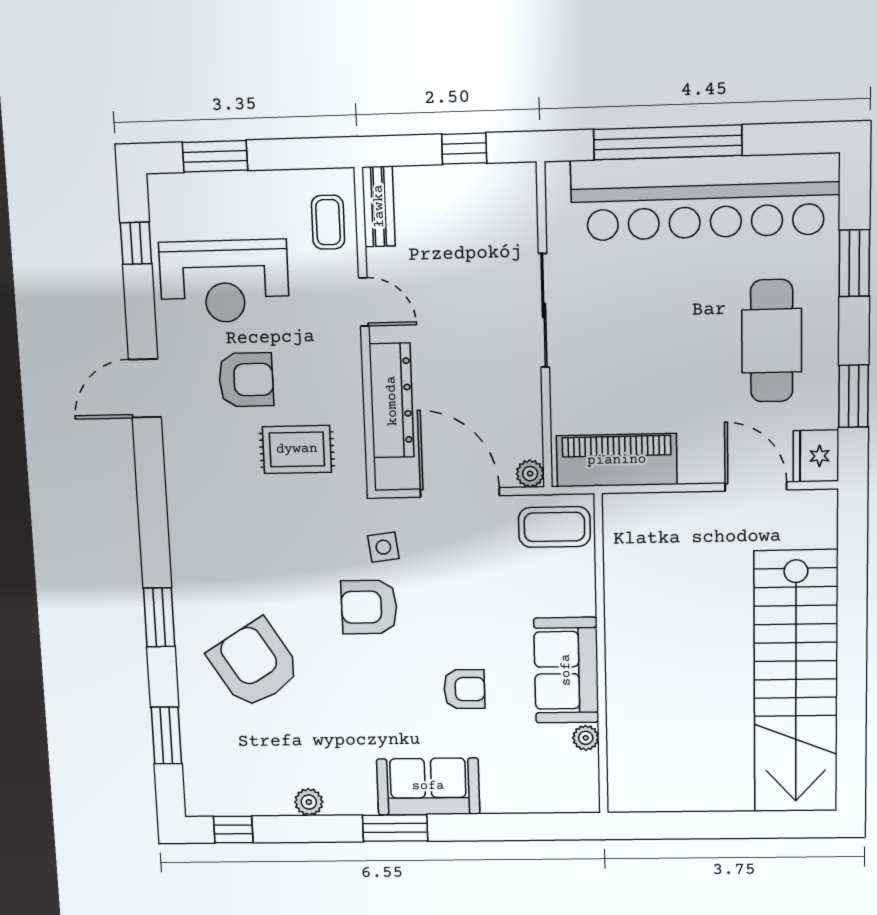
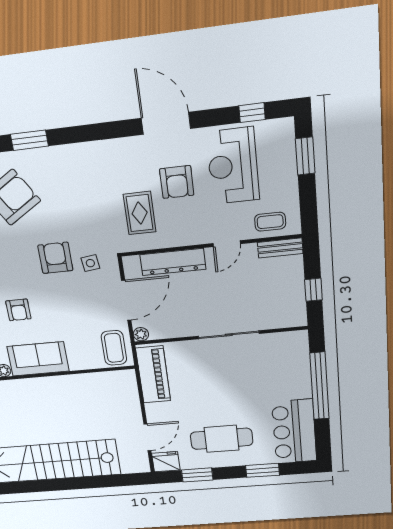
bar counter: (705, 197) -> (294, 432), width x0.54
door: (145, 388) -> (166, 123), width x1.36

